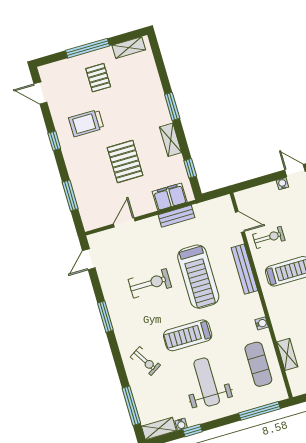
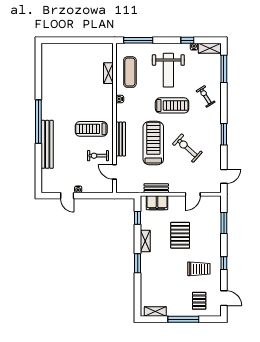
pallet: (98, 78) -> (199, 301), moved
exercise bike: (150, 283) -> (187, 148), turned 42

